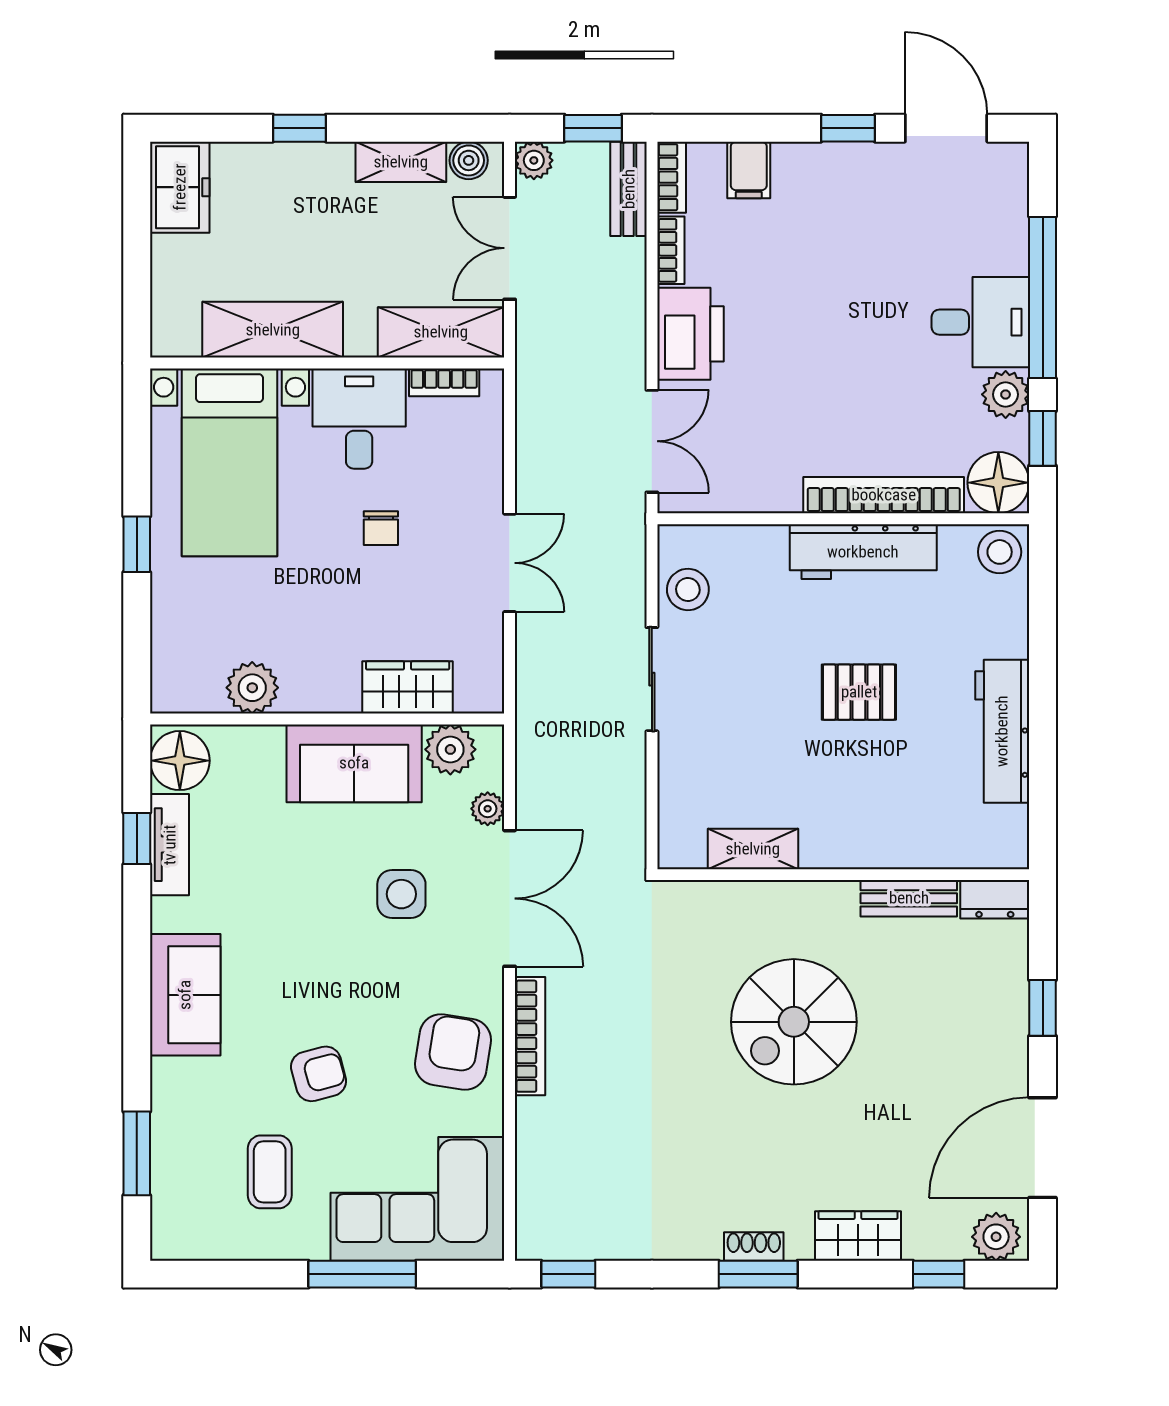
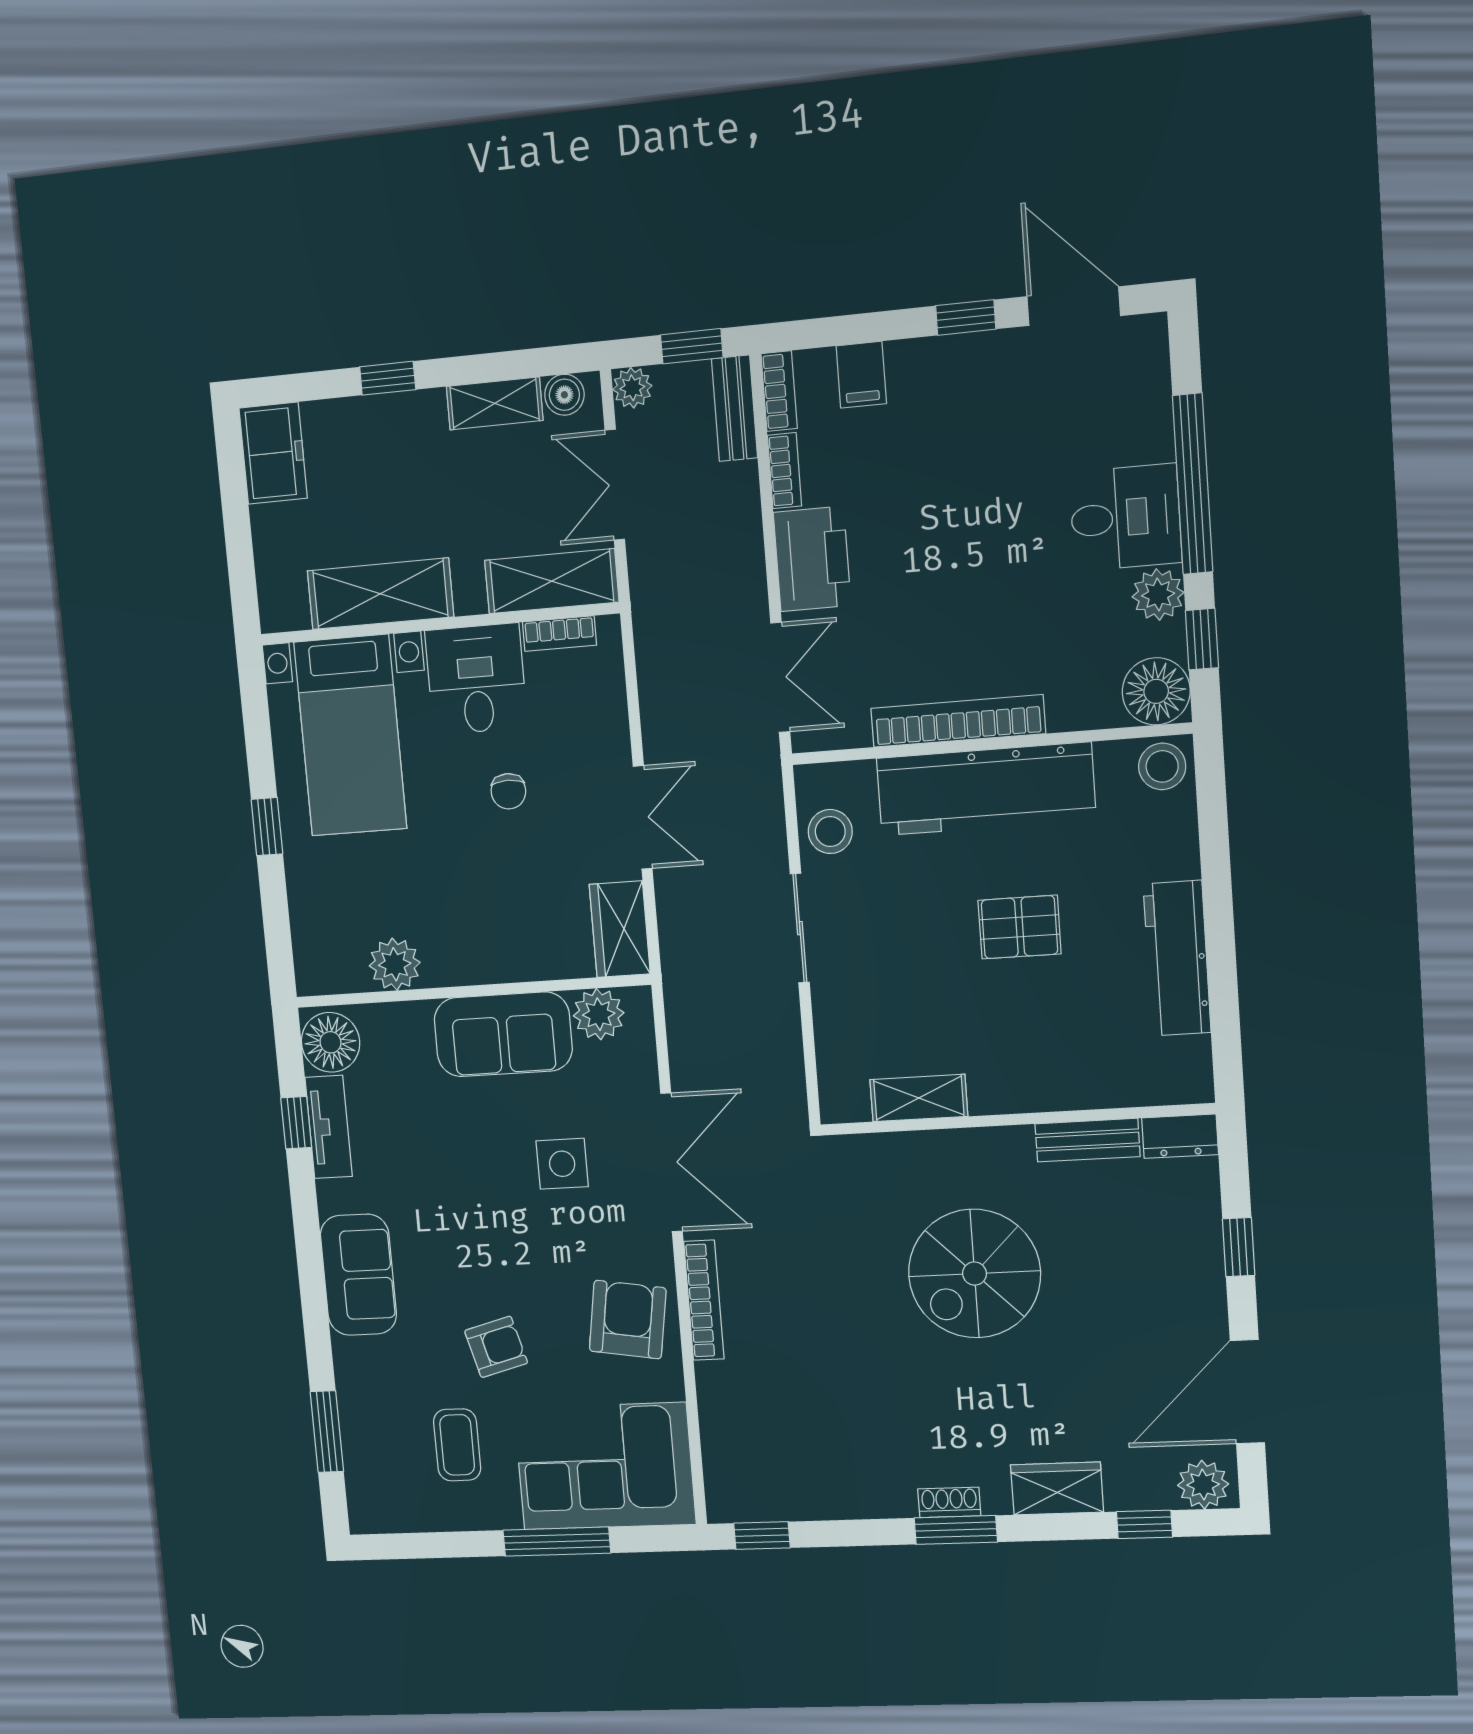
bookcase: (884, 495) -> (958, 721), moved
workbench: (863, 552) -> (986, 789), width x1.36, depth x1.32
wardrobe: (408, 687) -> (620, 929), moved, turned -90
plant: (488, 809) -> (642, 1072), removed

